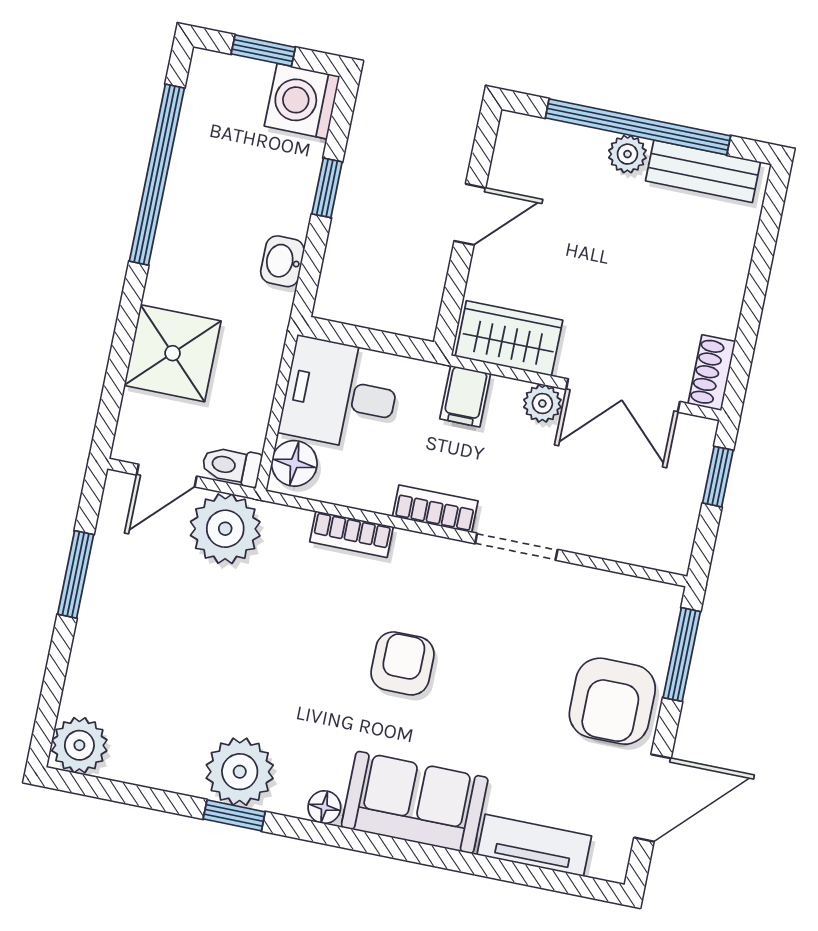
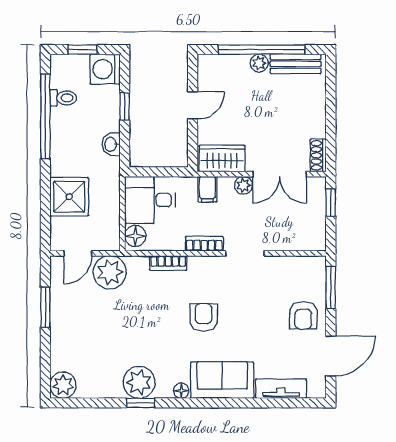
toilet: (232, 466) -> (63, 98), moved, turned 180
armchair: (612, 701) -> (303, 315), width x0.72, depth x0.72

